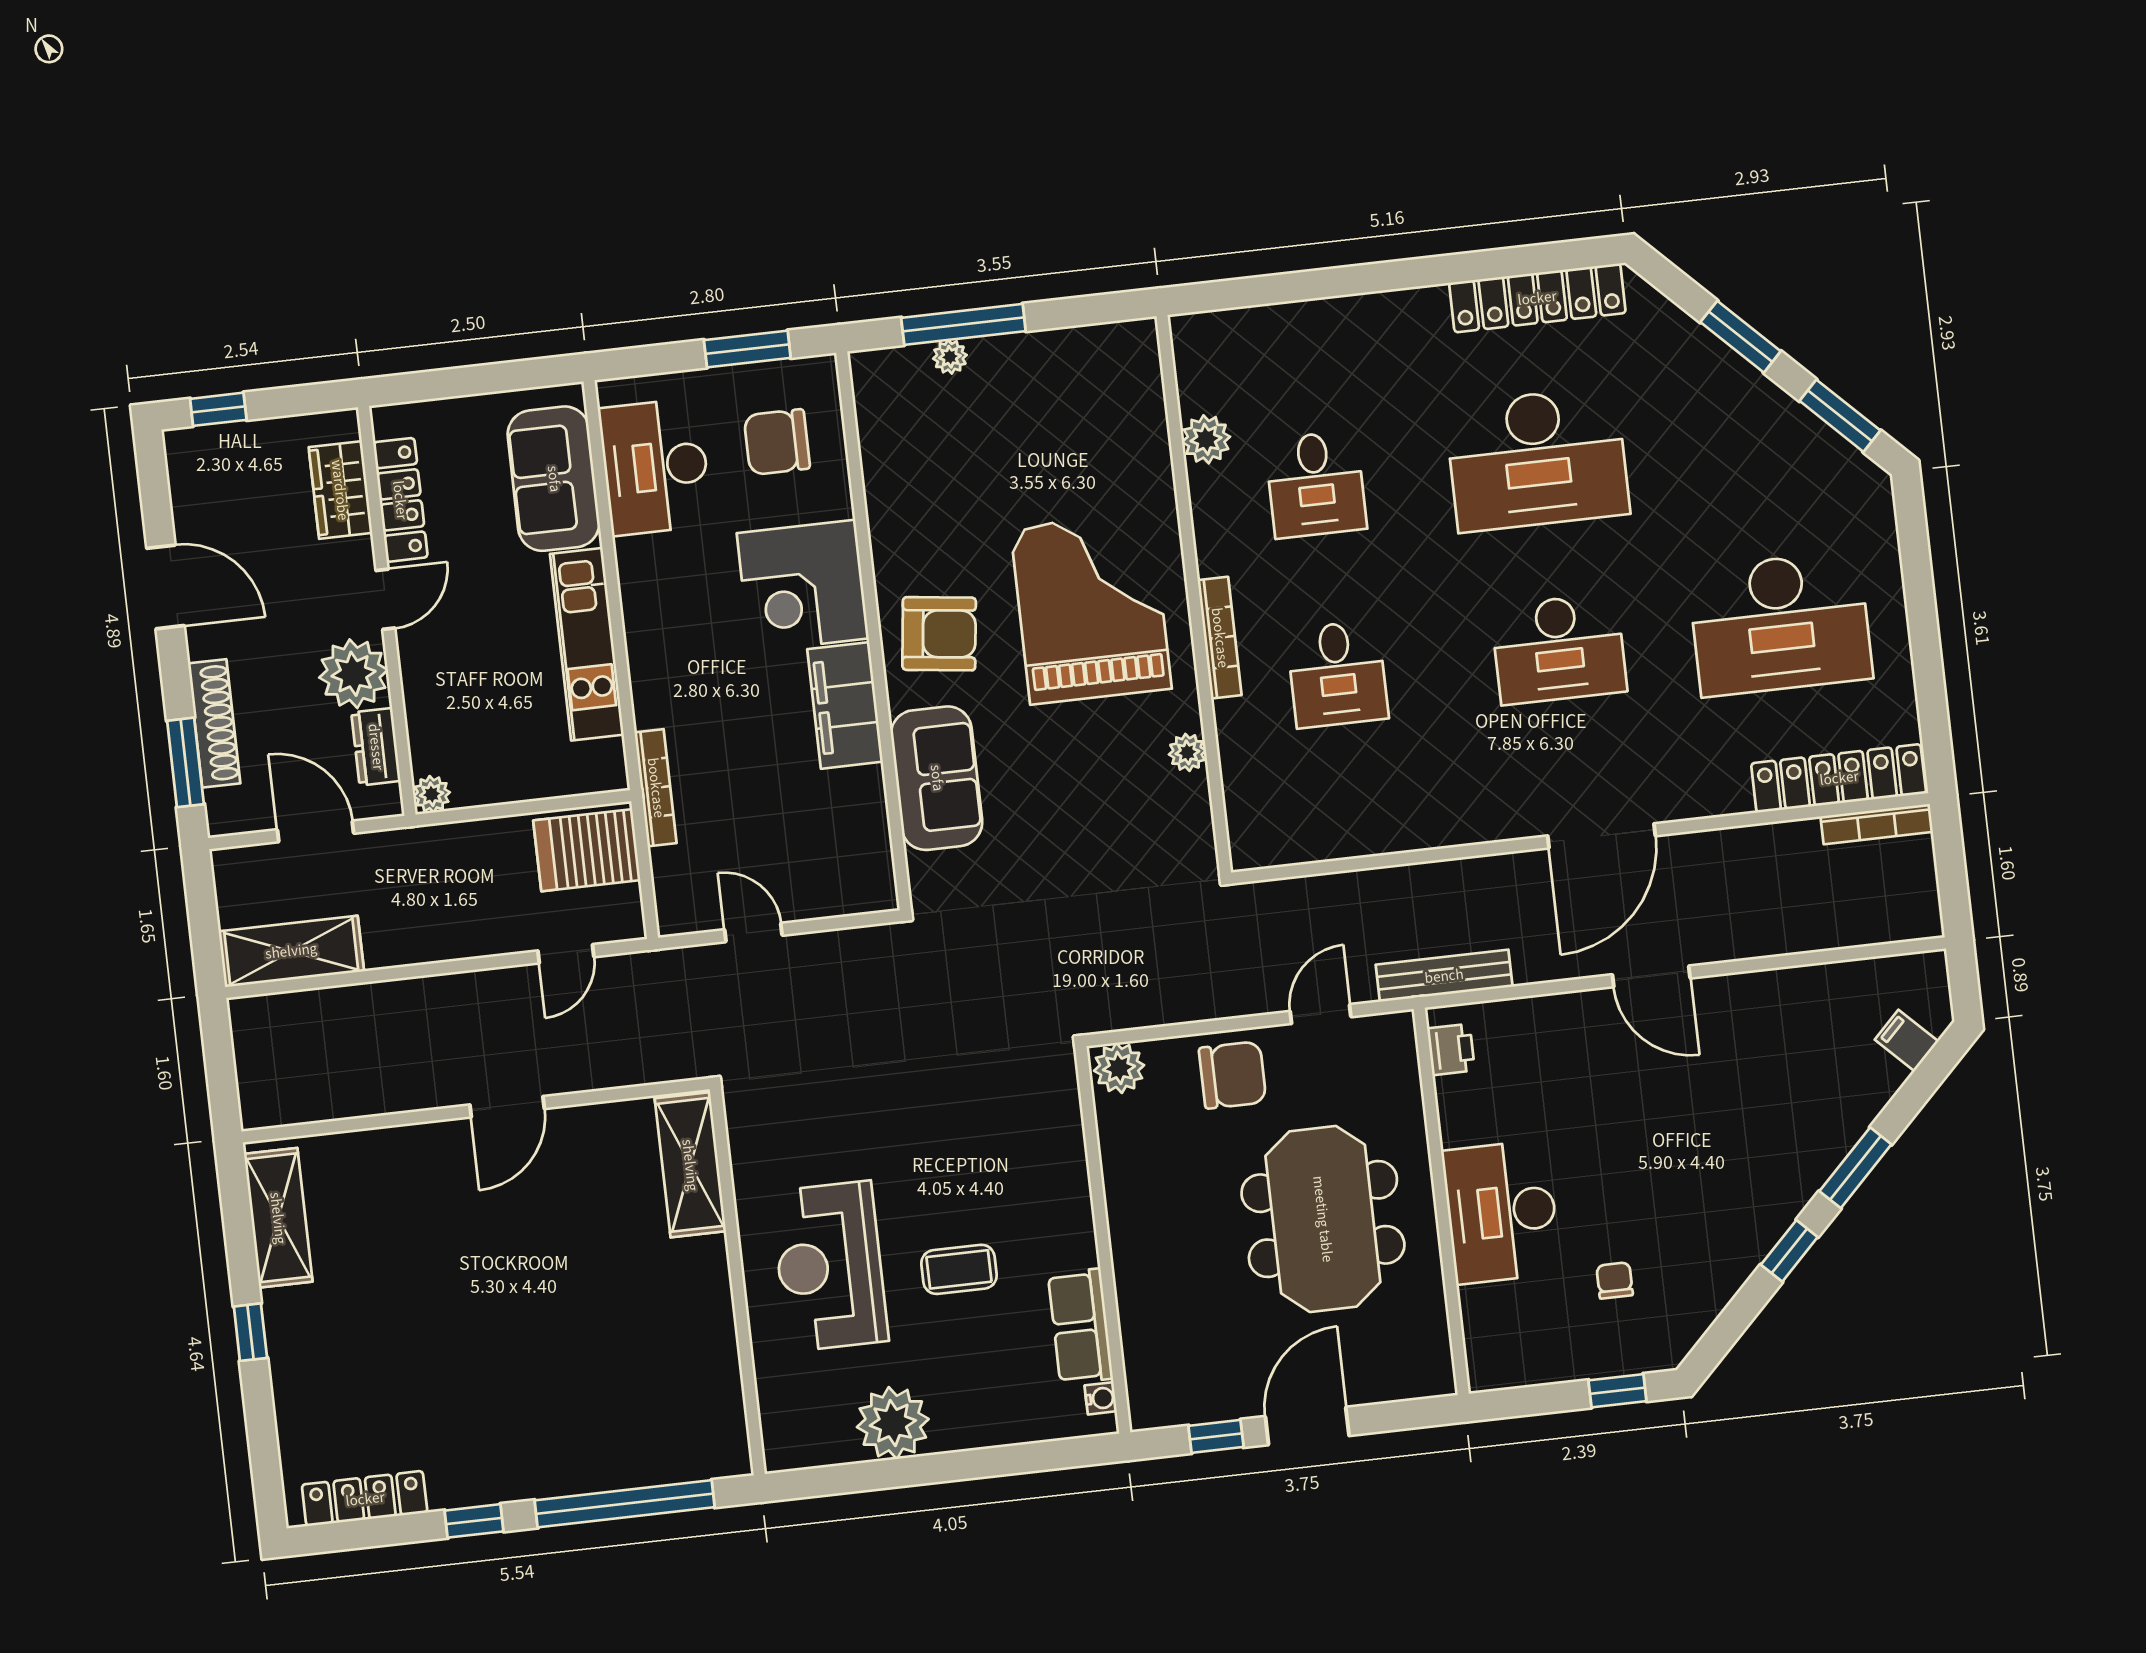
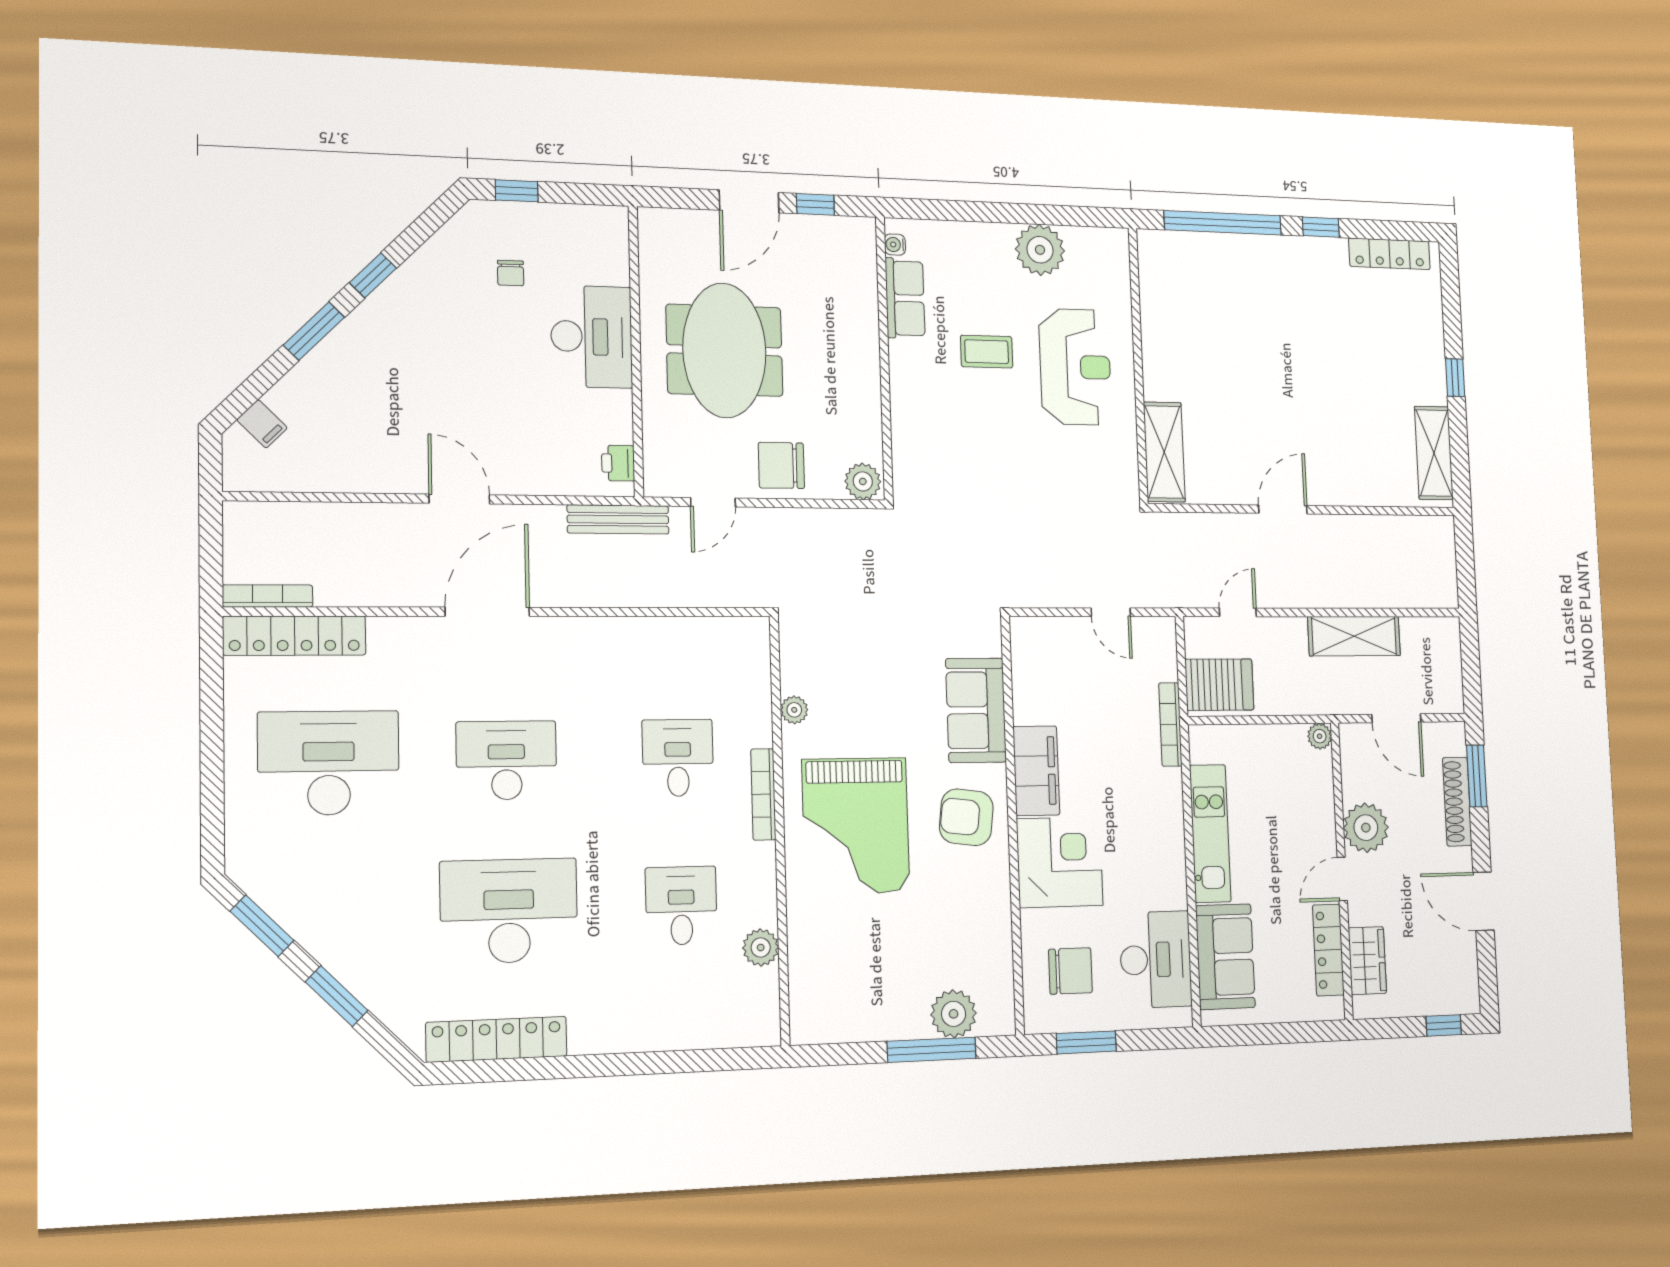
plant: (950, 357) -> (954, 1014), width x1.87, depth x1.87
dresser: (376, 747) -> (1354, 774), removed
shelving: (291, 951) -> (1354, 636), moved

